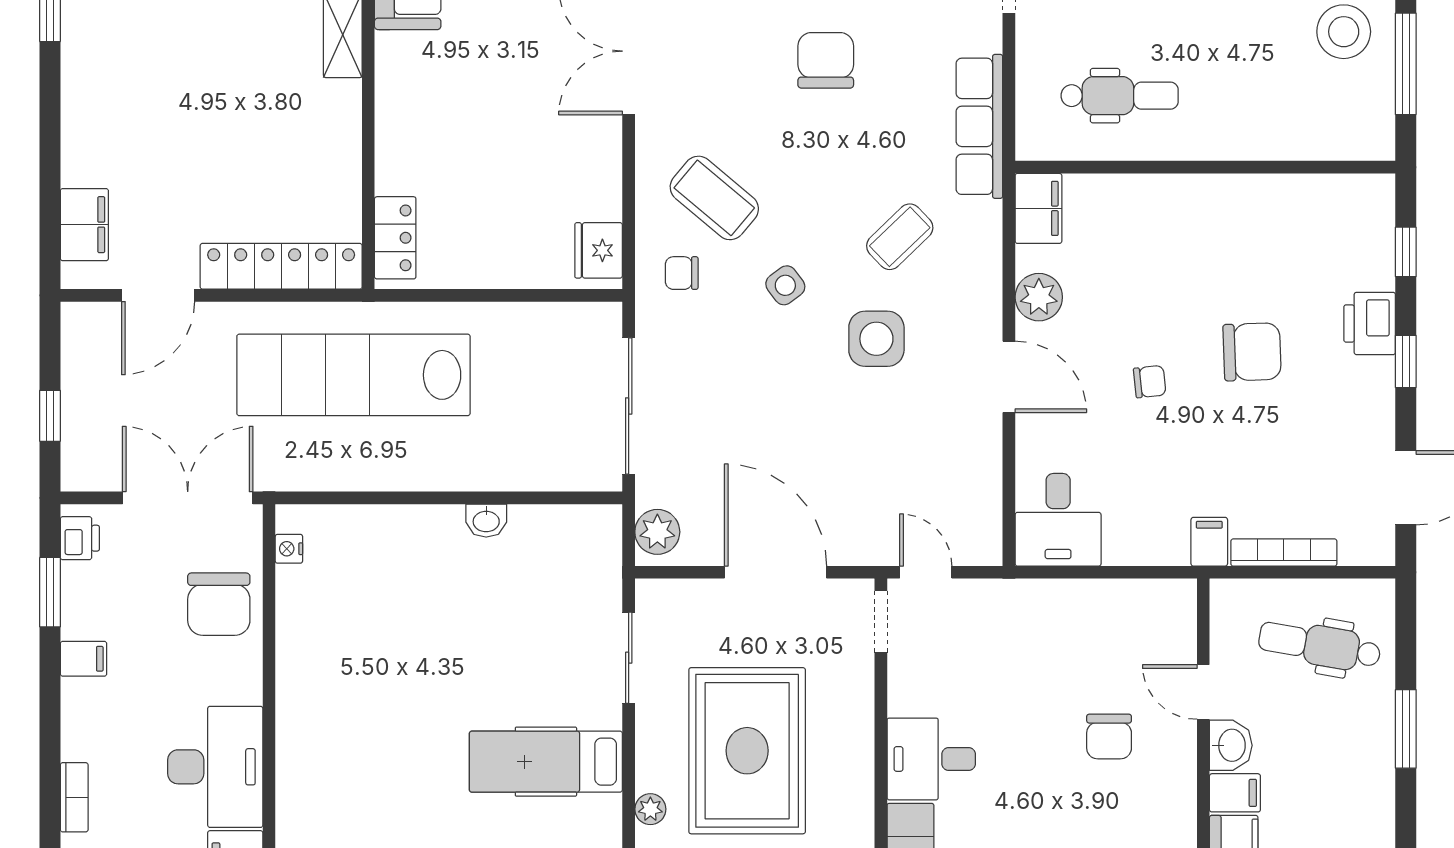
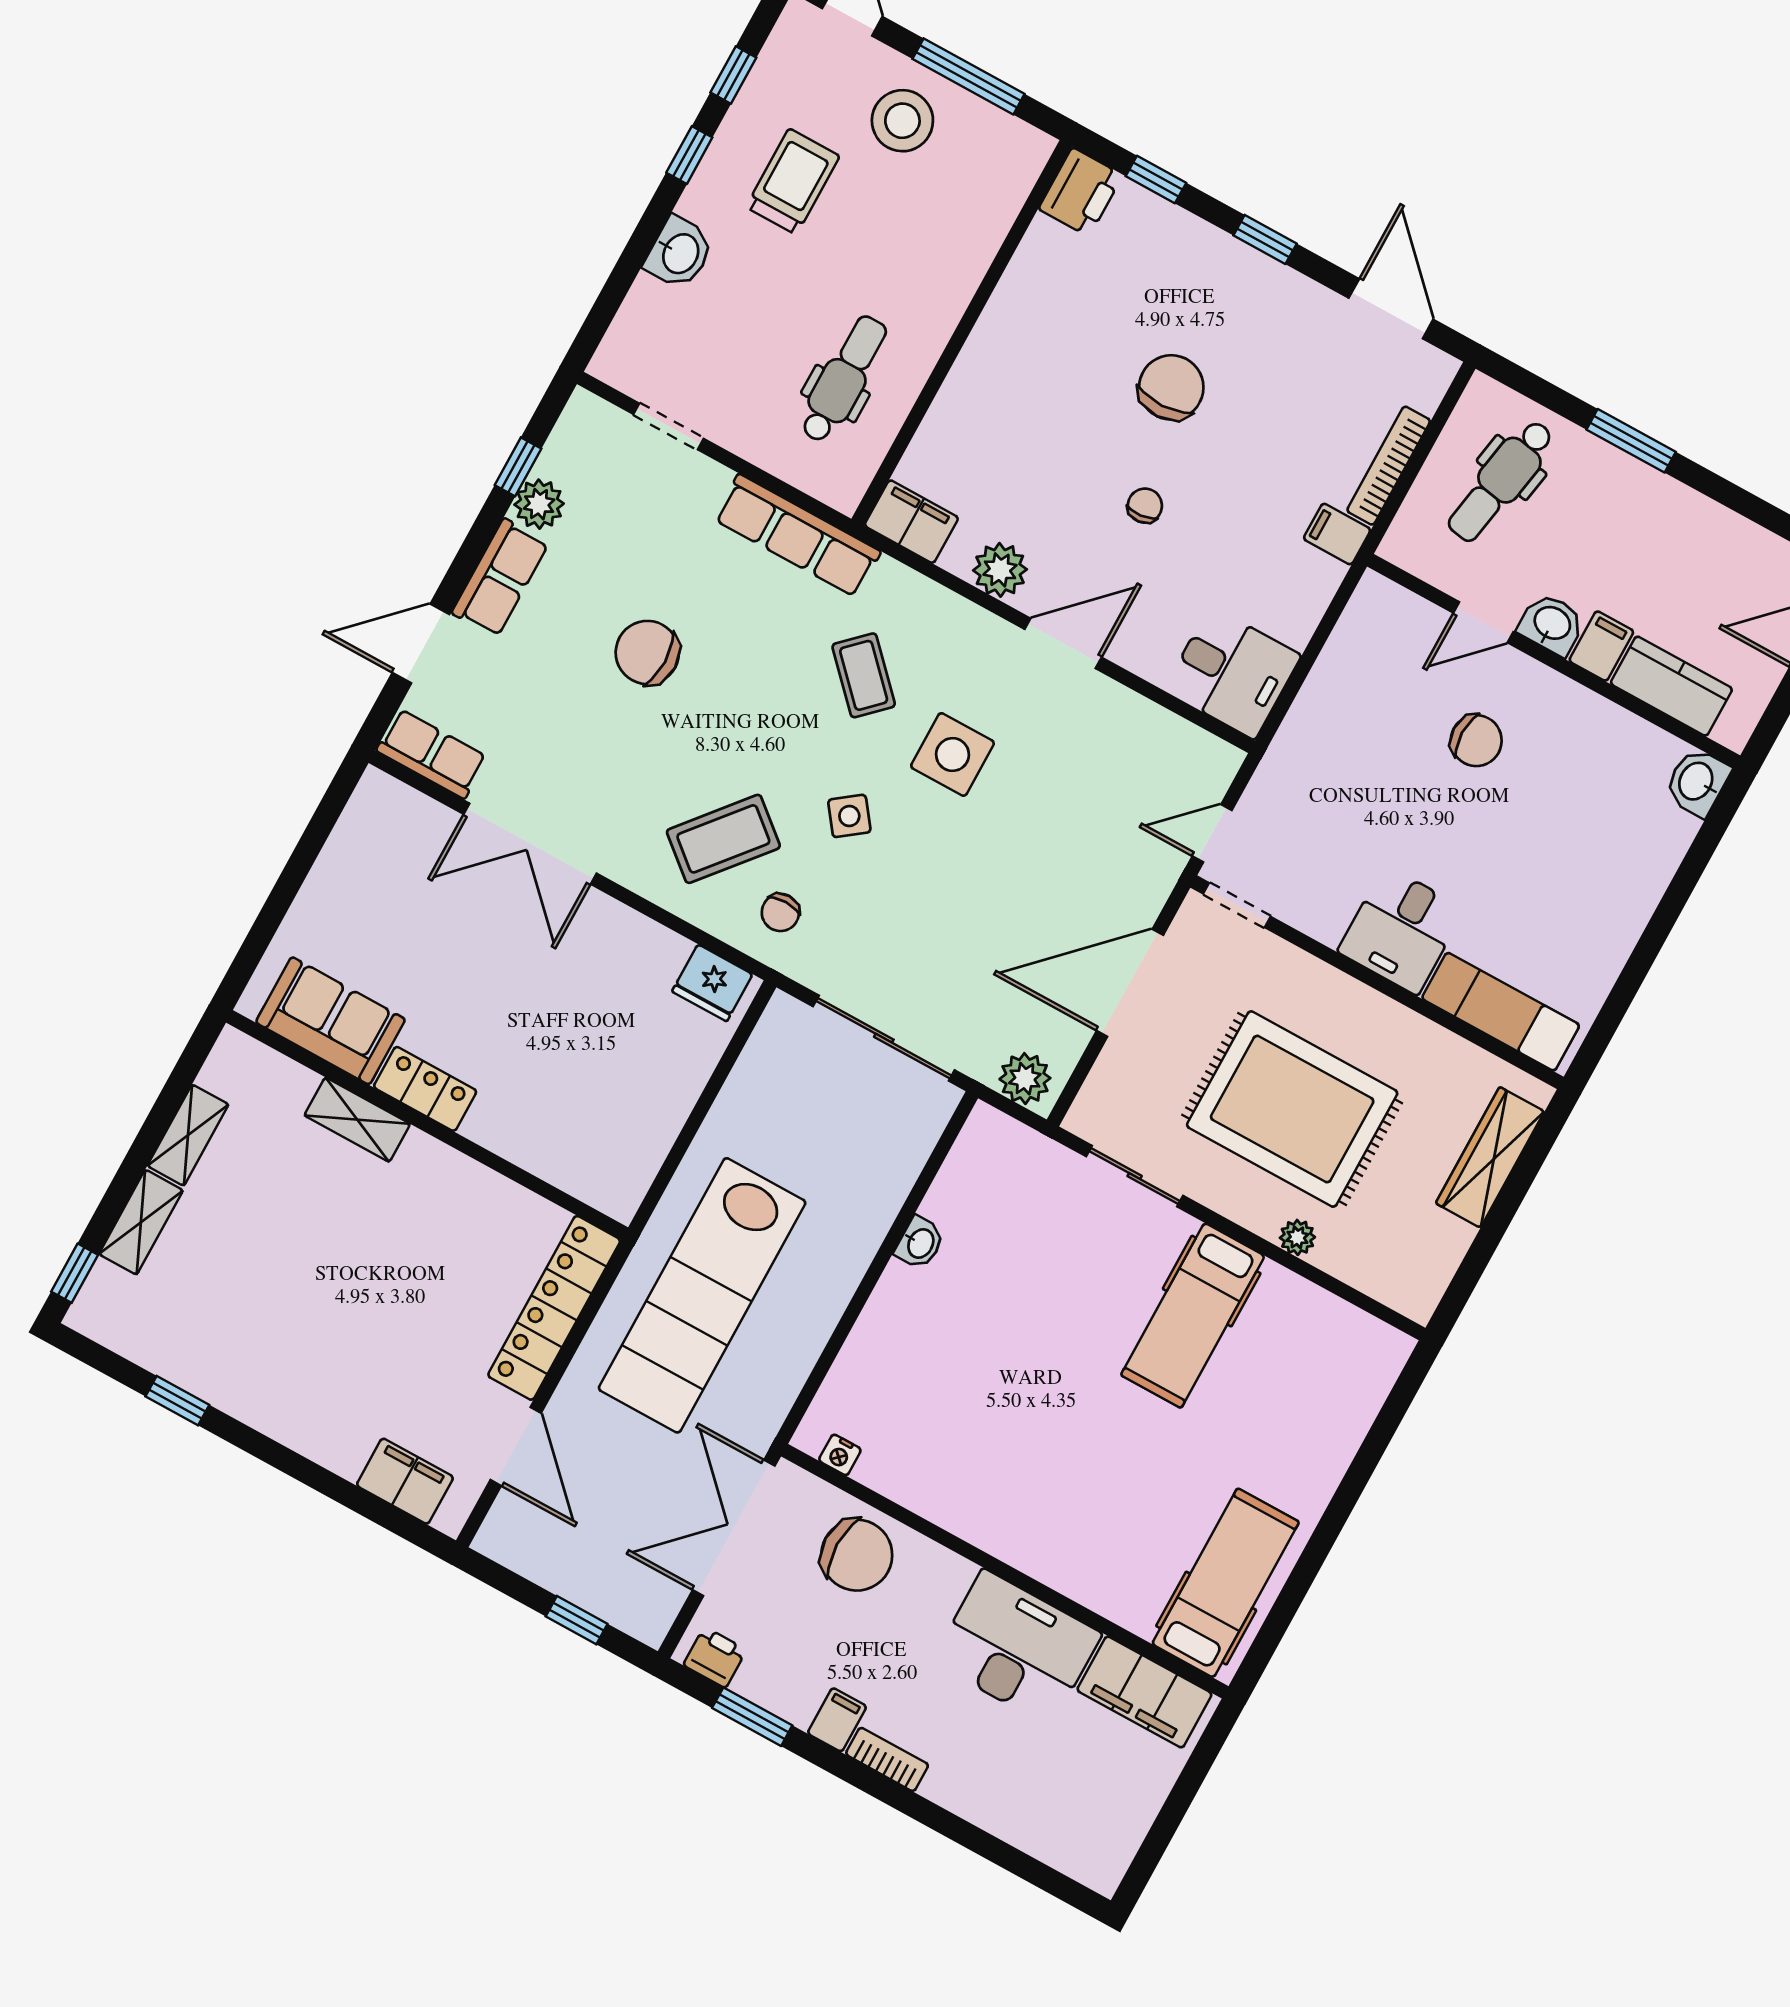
locker: (395, 238) -> (425, 1089), moved
printer: (1370, 323) -> (1081, 192), moved, turned -90
bookcase: (74, 797) -> (887, 1759), moved

